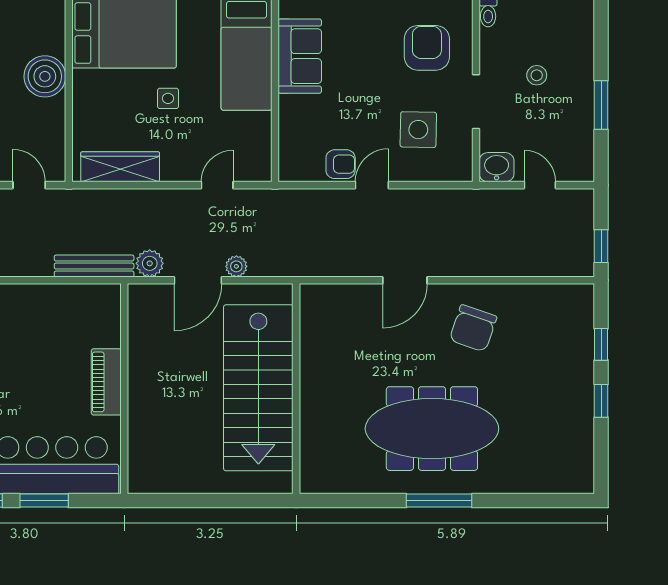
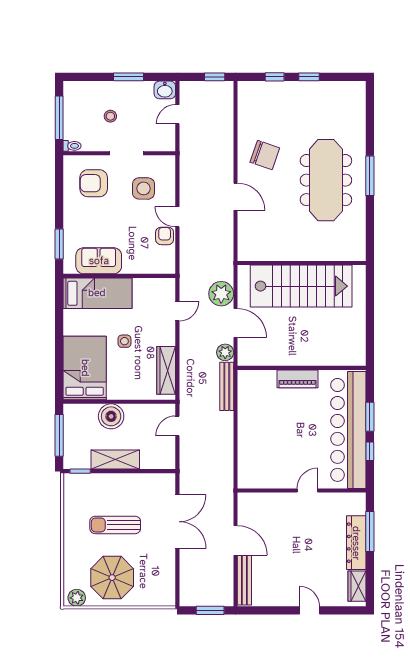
washbasin: (497, 167) -> (165, 90), moved, turned -90
door: (217, 185) -> (177, 311), swing flipped
plant: (236, 266) -> (221, 294), width x1.88, depth x1.88

